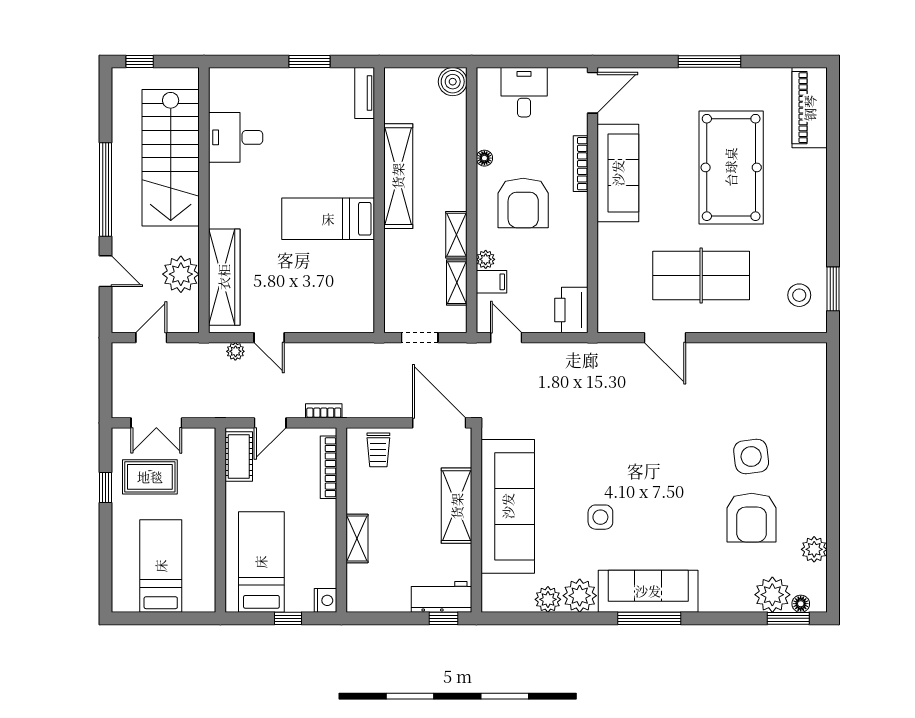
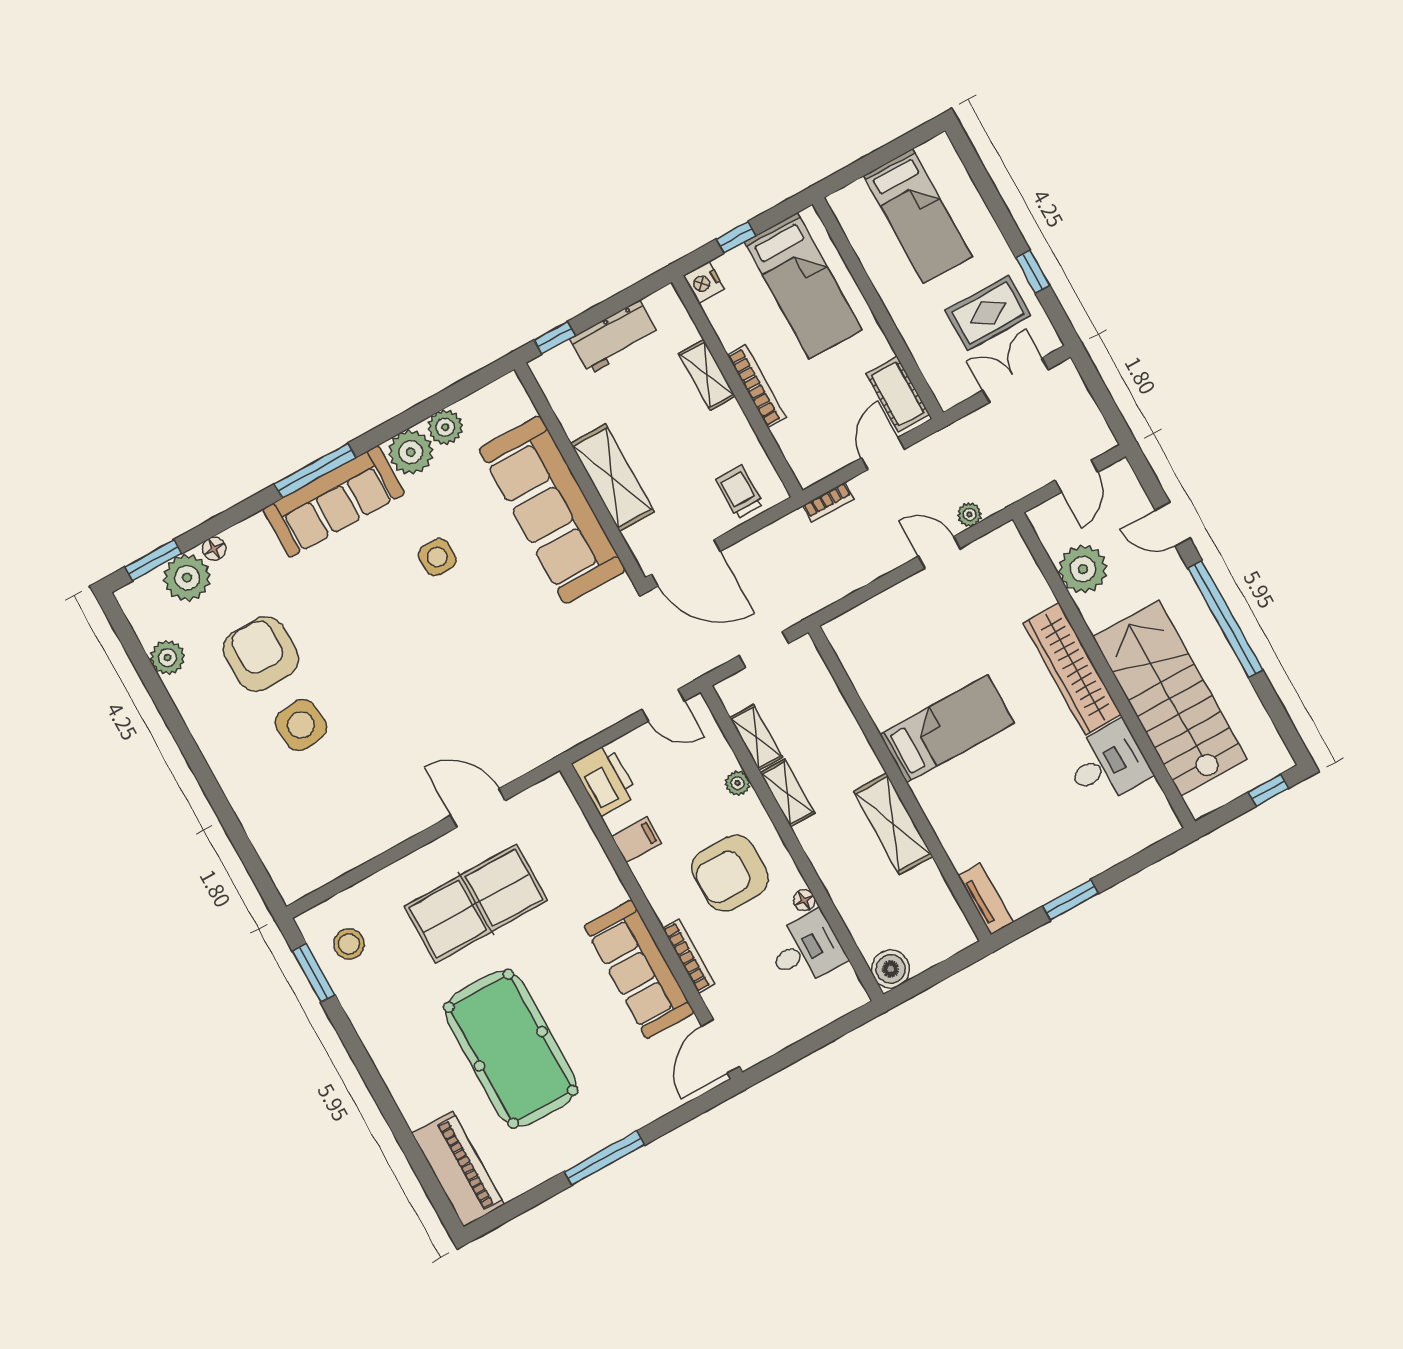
desk: (524, 92) -> (806, 950), moved, turned -90
shelving: (398, 176) -> (893, 824), width x0.68
armchair: (523, 203) -> (730, 873), turned -90
wardrobe: (224, 277) -> (1072, 669), moved
filing cabinet: (492, 282) -> (636, 840), moved, turned 180
bookcase: (329, 467) -> (757, 386), moved
workbench: (442, 597) -> (614, 337), moved
floor lamp: (801, 604) -> (214, 549), moved

